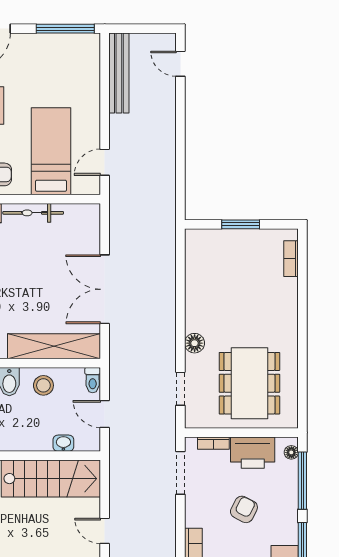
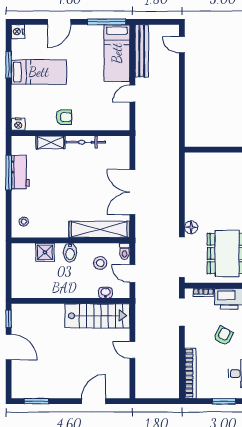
bed: (51, 151) -> (117, 53), moved, turned 180
door: (105, 162) -> (132, 94), moved
window: (241, 224) -> (221, 150), removed
stool: (43, 385) -> (100, 263), moved
doorway: (180, 389) -> (182, 257), width x1.88

